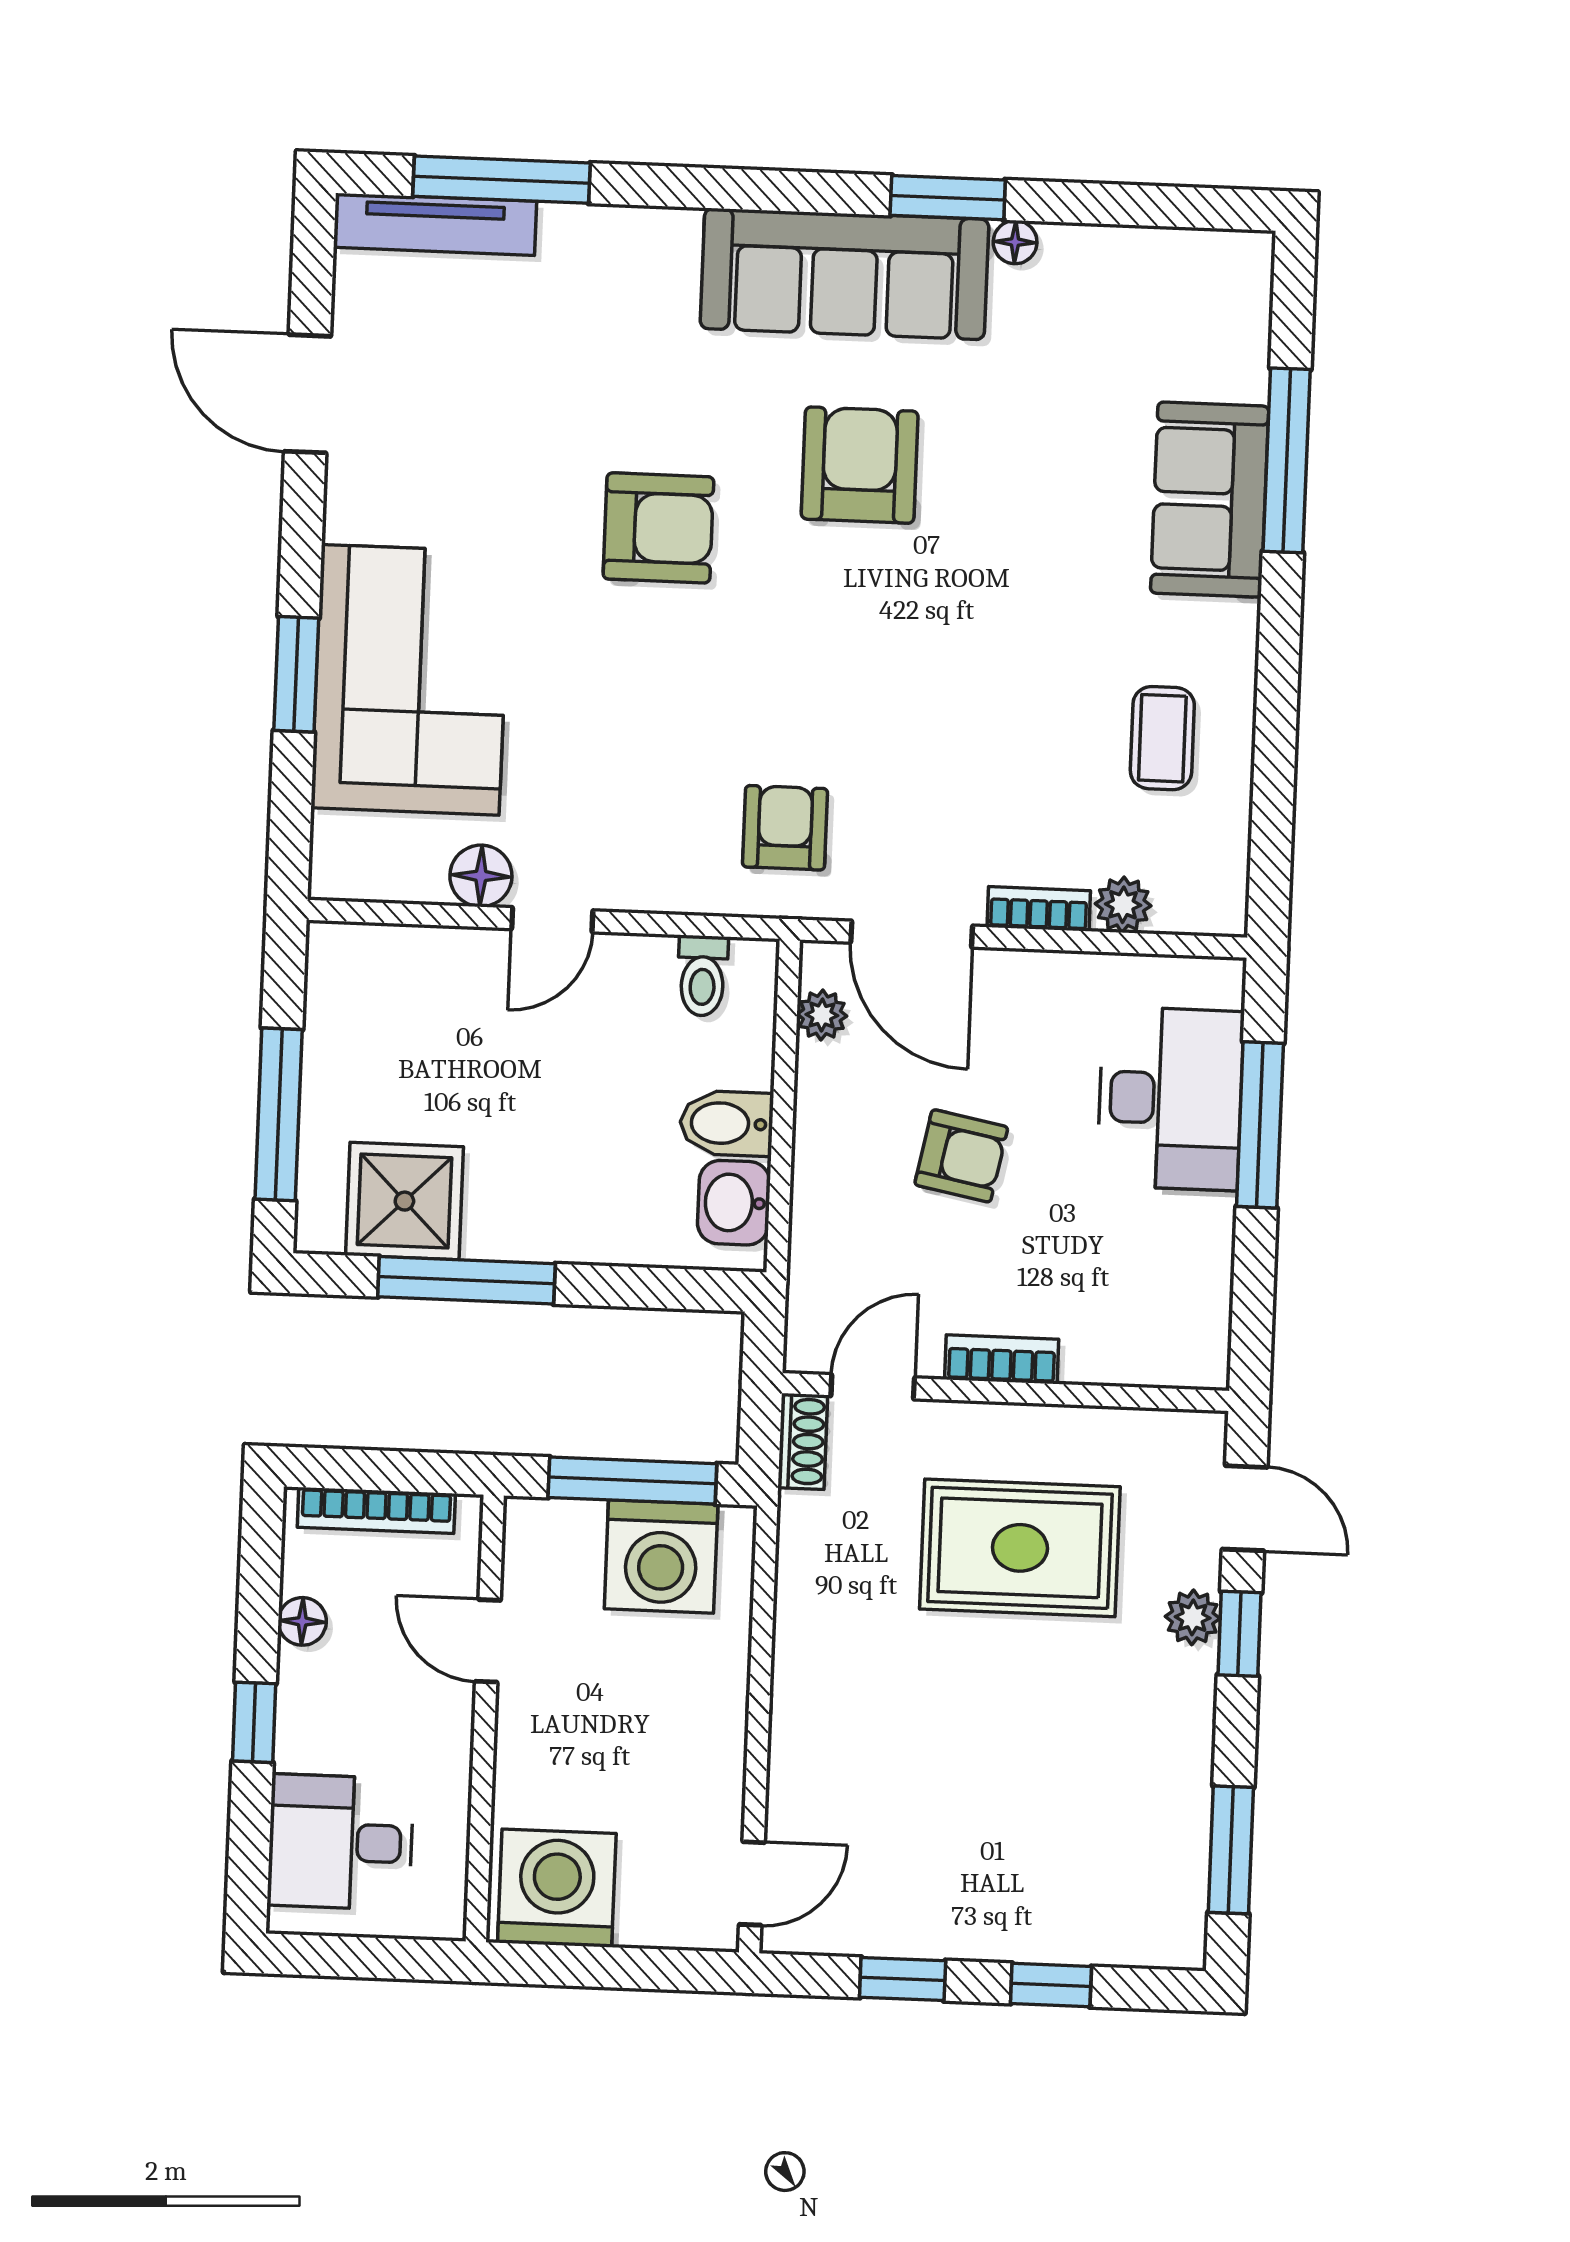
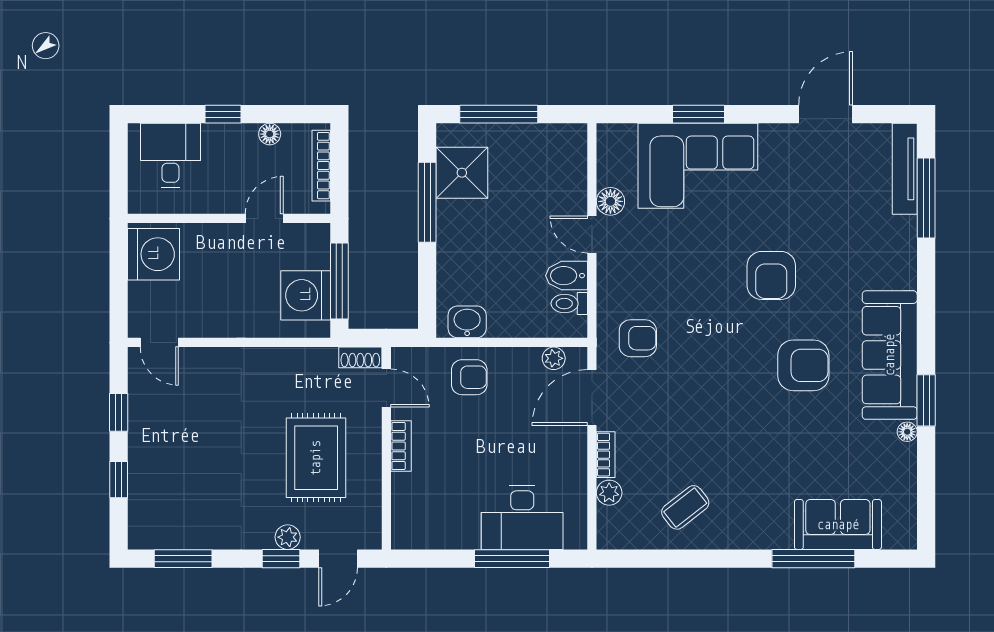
sofa: (1210, 500) -> (838, 525), moved
coffee table: (1162, 738) -> (685, 507), turned -38
bidet: (726, 1123) -> (567, 276), moved, turned -90
armchair: (961, 1156) -> (469, 377), moved, turned -101

